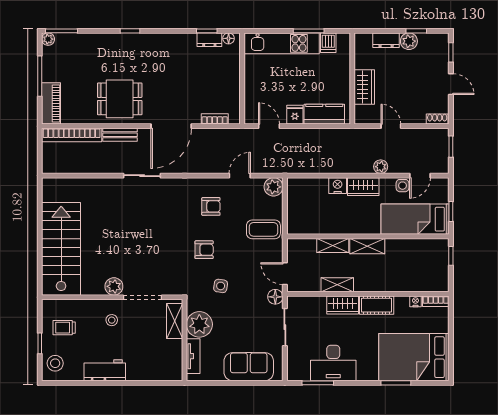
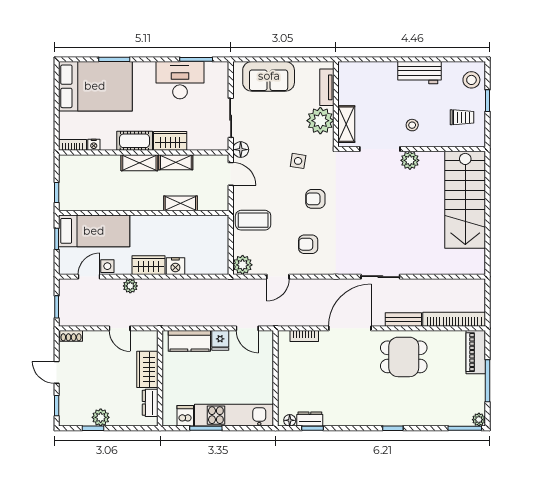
dresser: (386, 40) -> (150, 403), moved, turned -90
shelving: (367, 246) -> (139, 163), moved

